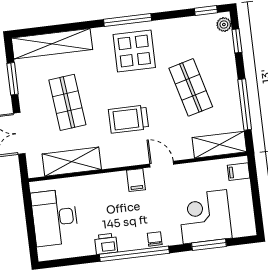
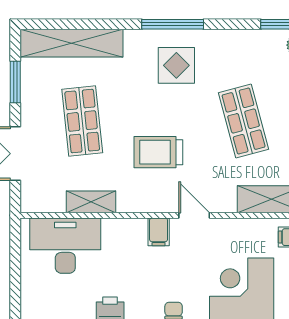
display table: (134, 51) -> (176, 65), width x0.73, depth x0.73
shelving: (72, 162) -> (91, 202), width x0.67, depth x0.75
desk: (55, 217) -> (65, 246), moved, turned 90

